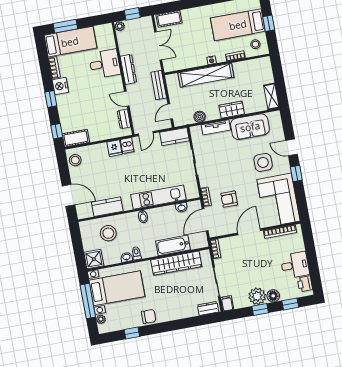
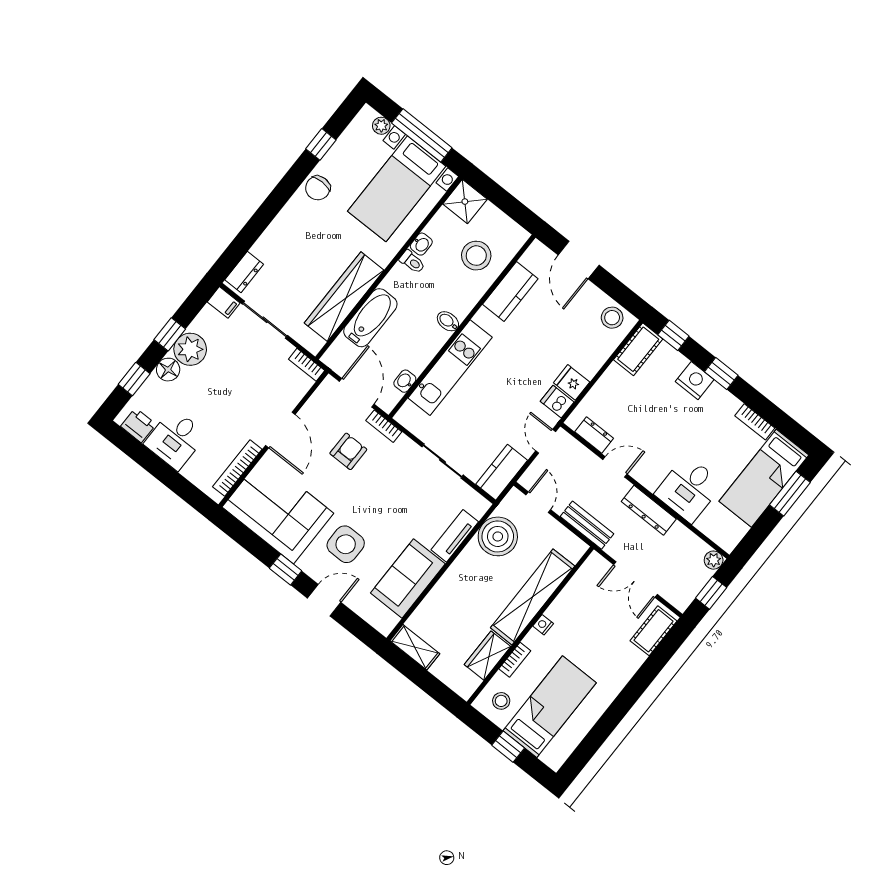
nightstand: (60, 86) -> (695, 381), moved
wardrobe: (232, 110) -> (487, 656), moved, turned 180
boiler: (200, 117) -> (498, 536), width x1.86, depth x1.86
door: (68, 195) -> (579, 260), hinge flipped

